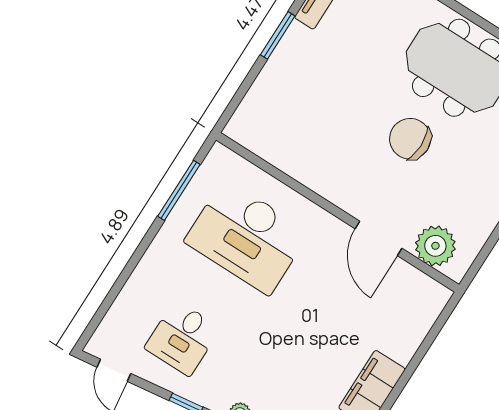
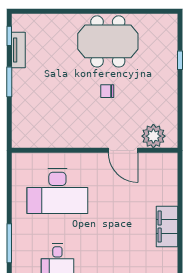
chair: (410, 139) -> (107, 91), width x0.54, depth x0.54
window: (179, 190) -> (9, 243), moved

